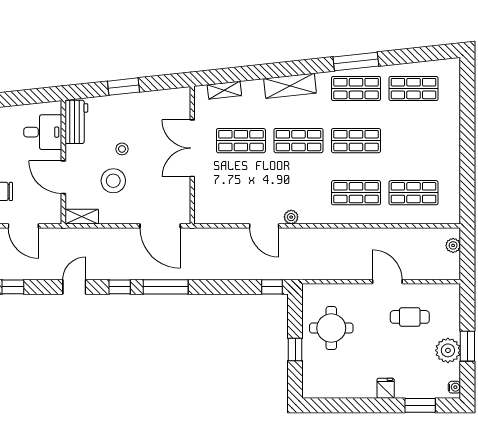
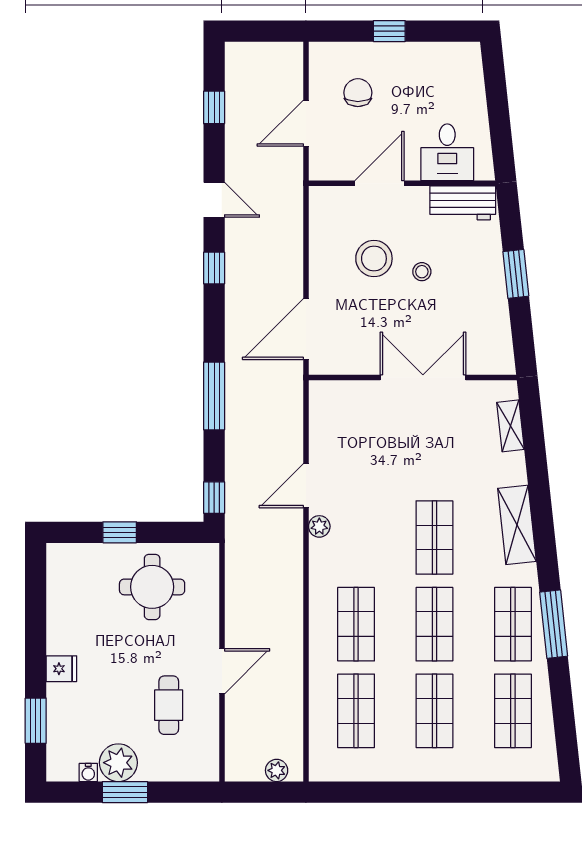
shop shelf: (241, 141) -> (434, 711), moved
shelving: (82, 217) -> (320, 211), removed
window: (166, 287) -> (214, 396), moved
water cooler: (454, 387) -> (88, 772), moved

